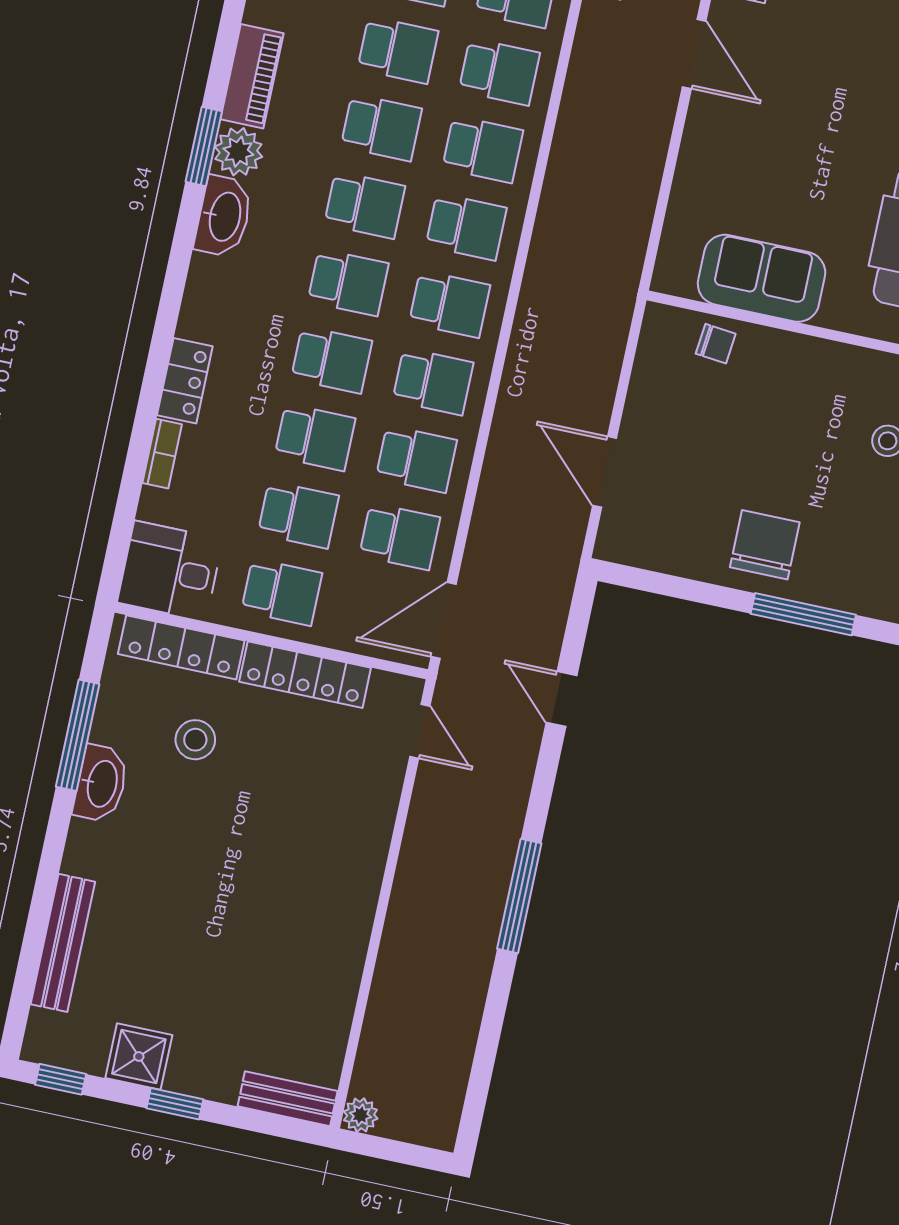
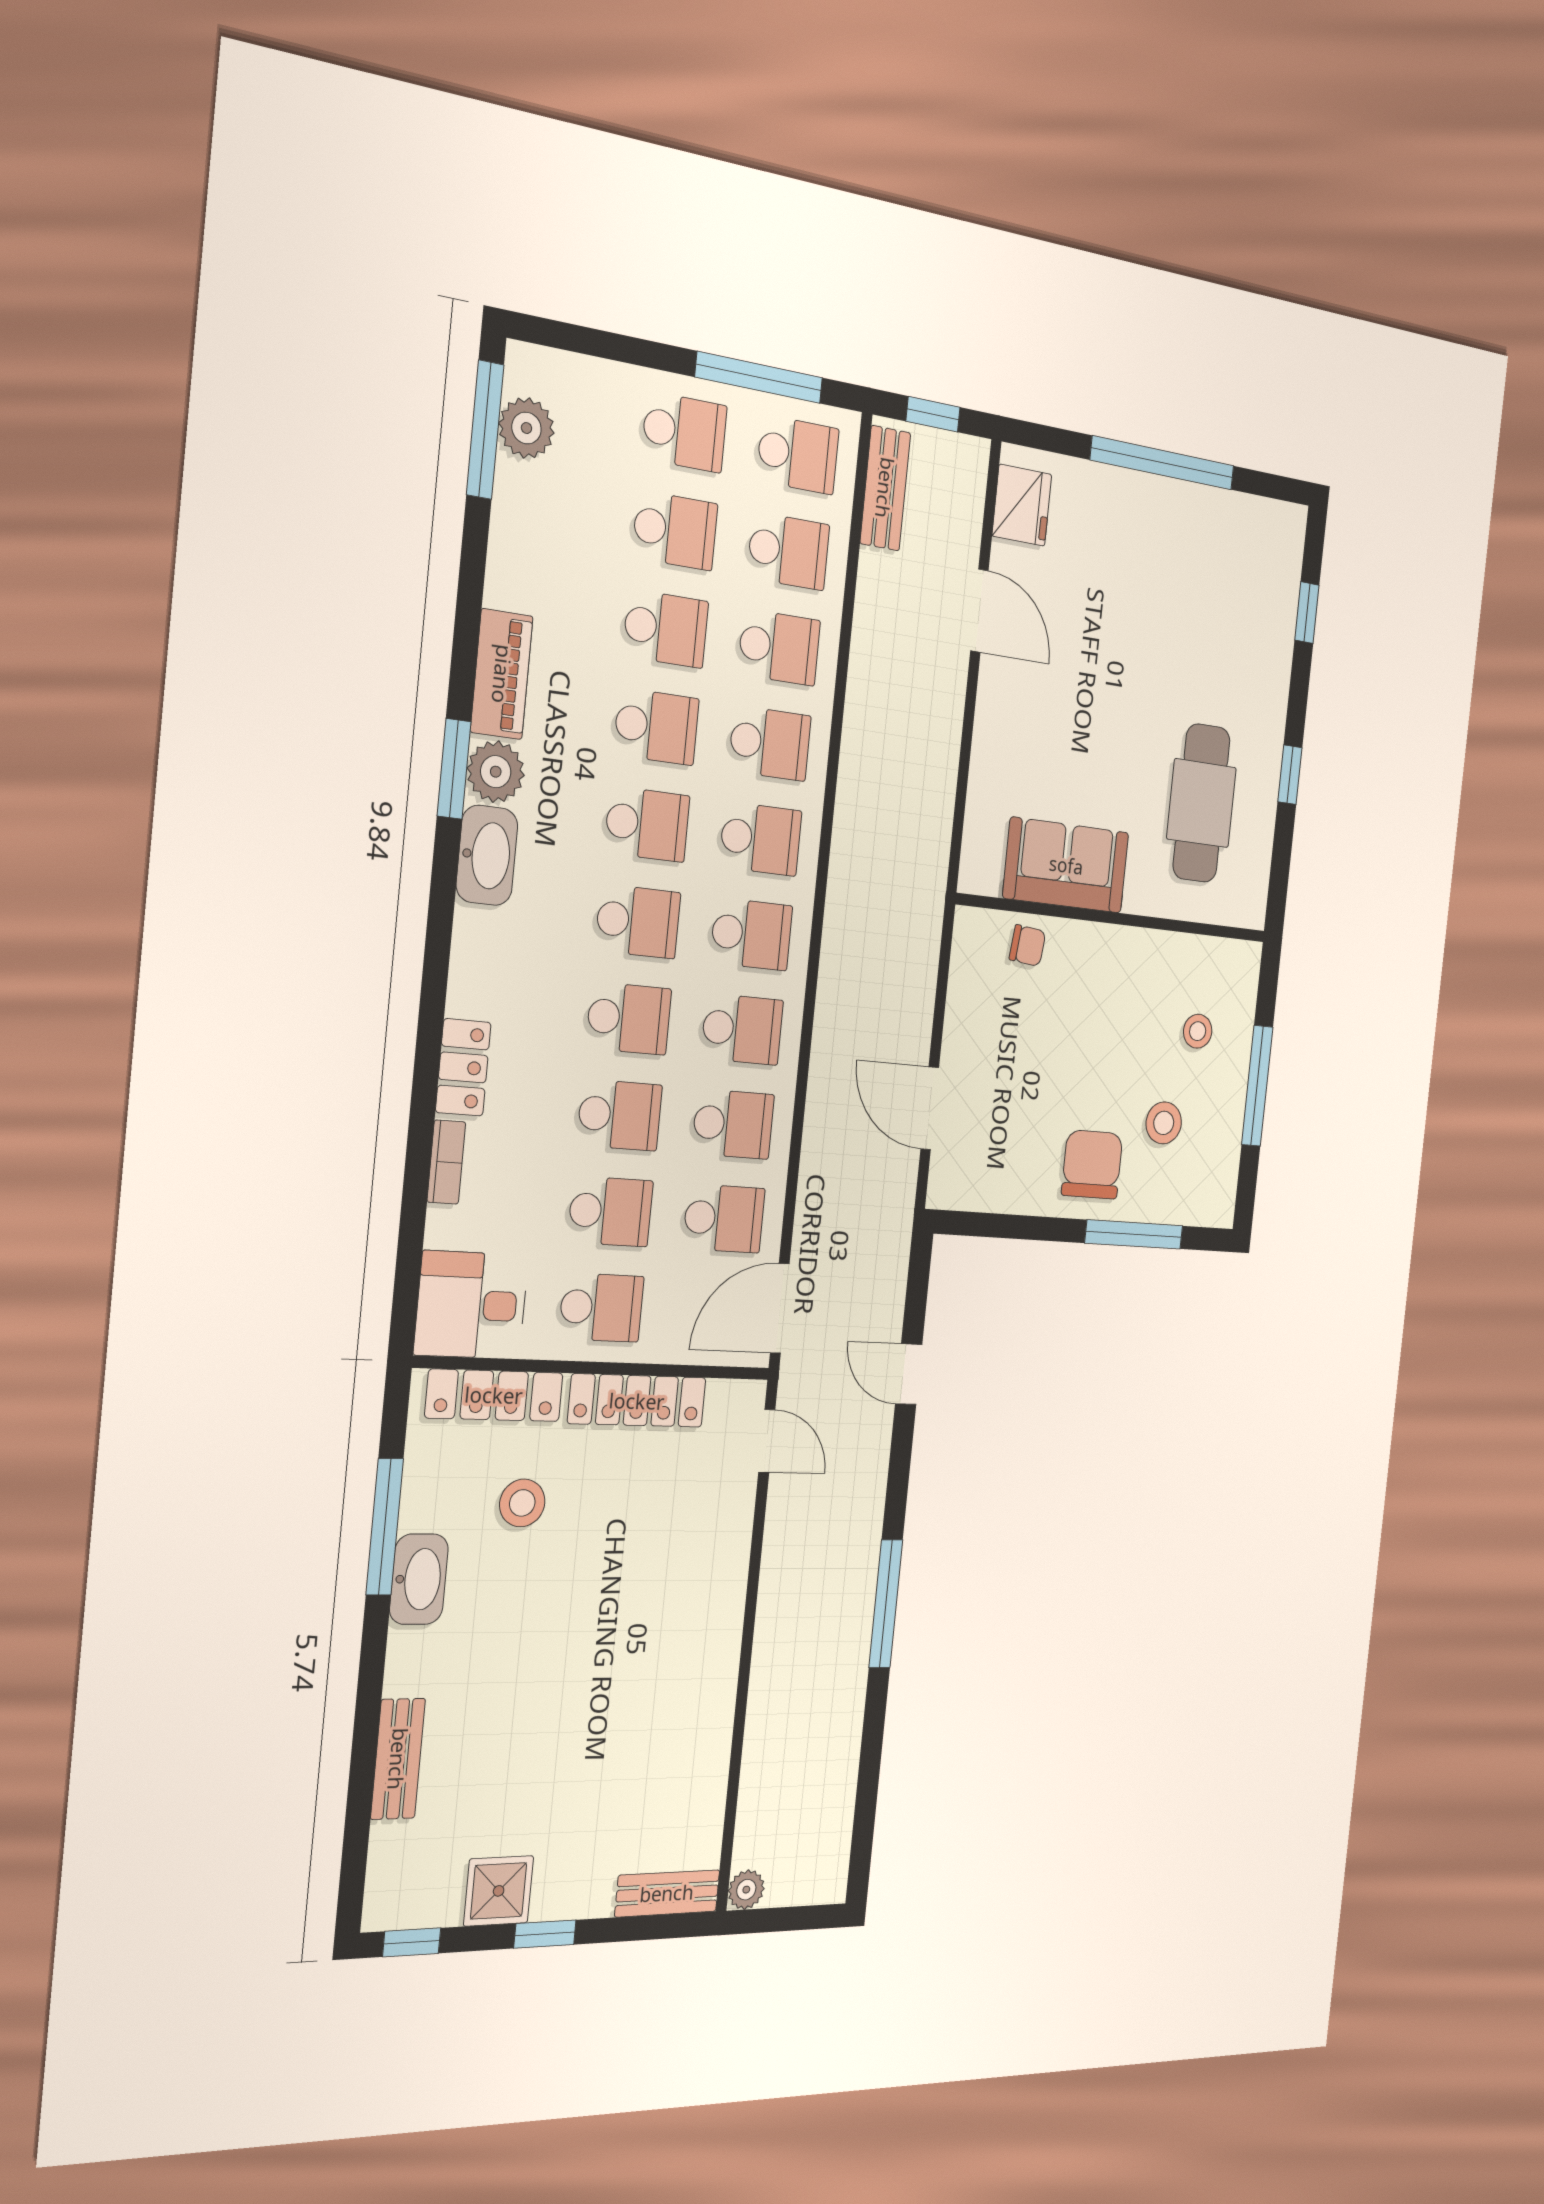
stool: (844, 518) -> (1164, 1123), added
bench: (63, 943) -> (398, 1759), width x0.73

